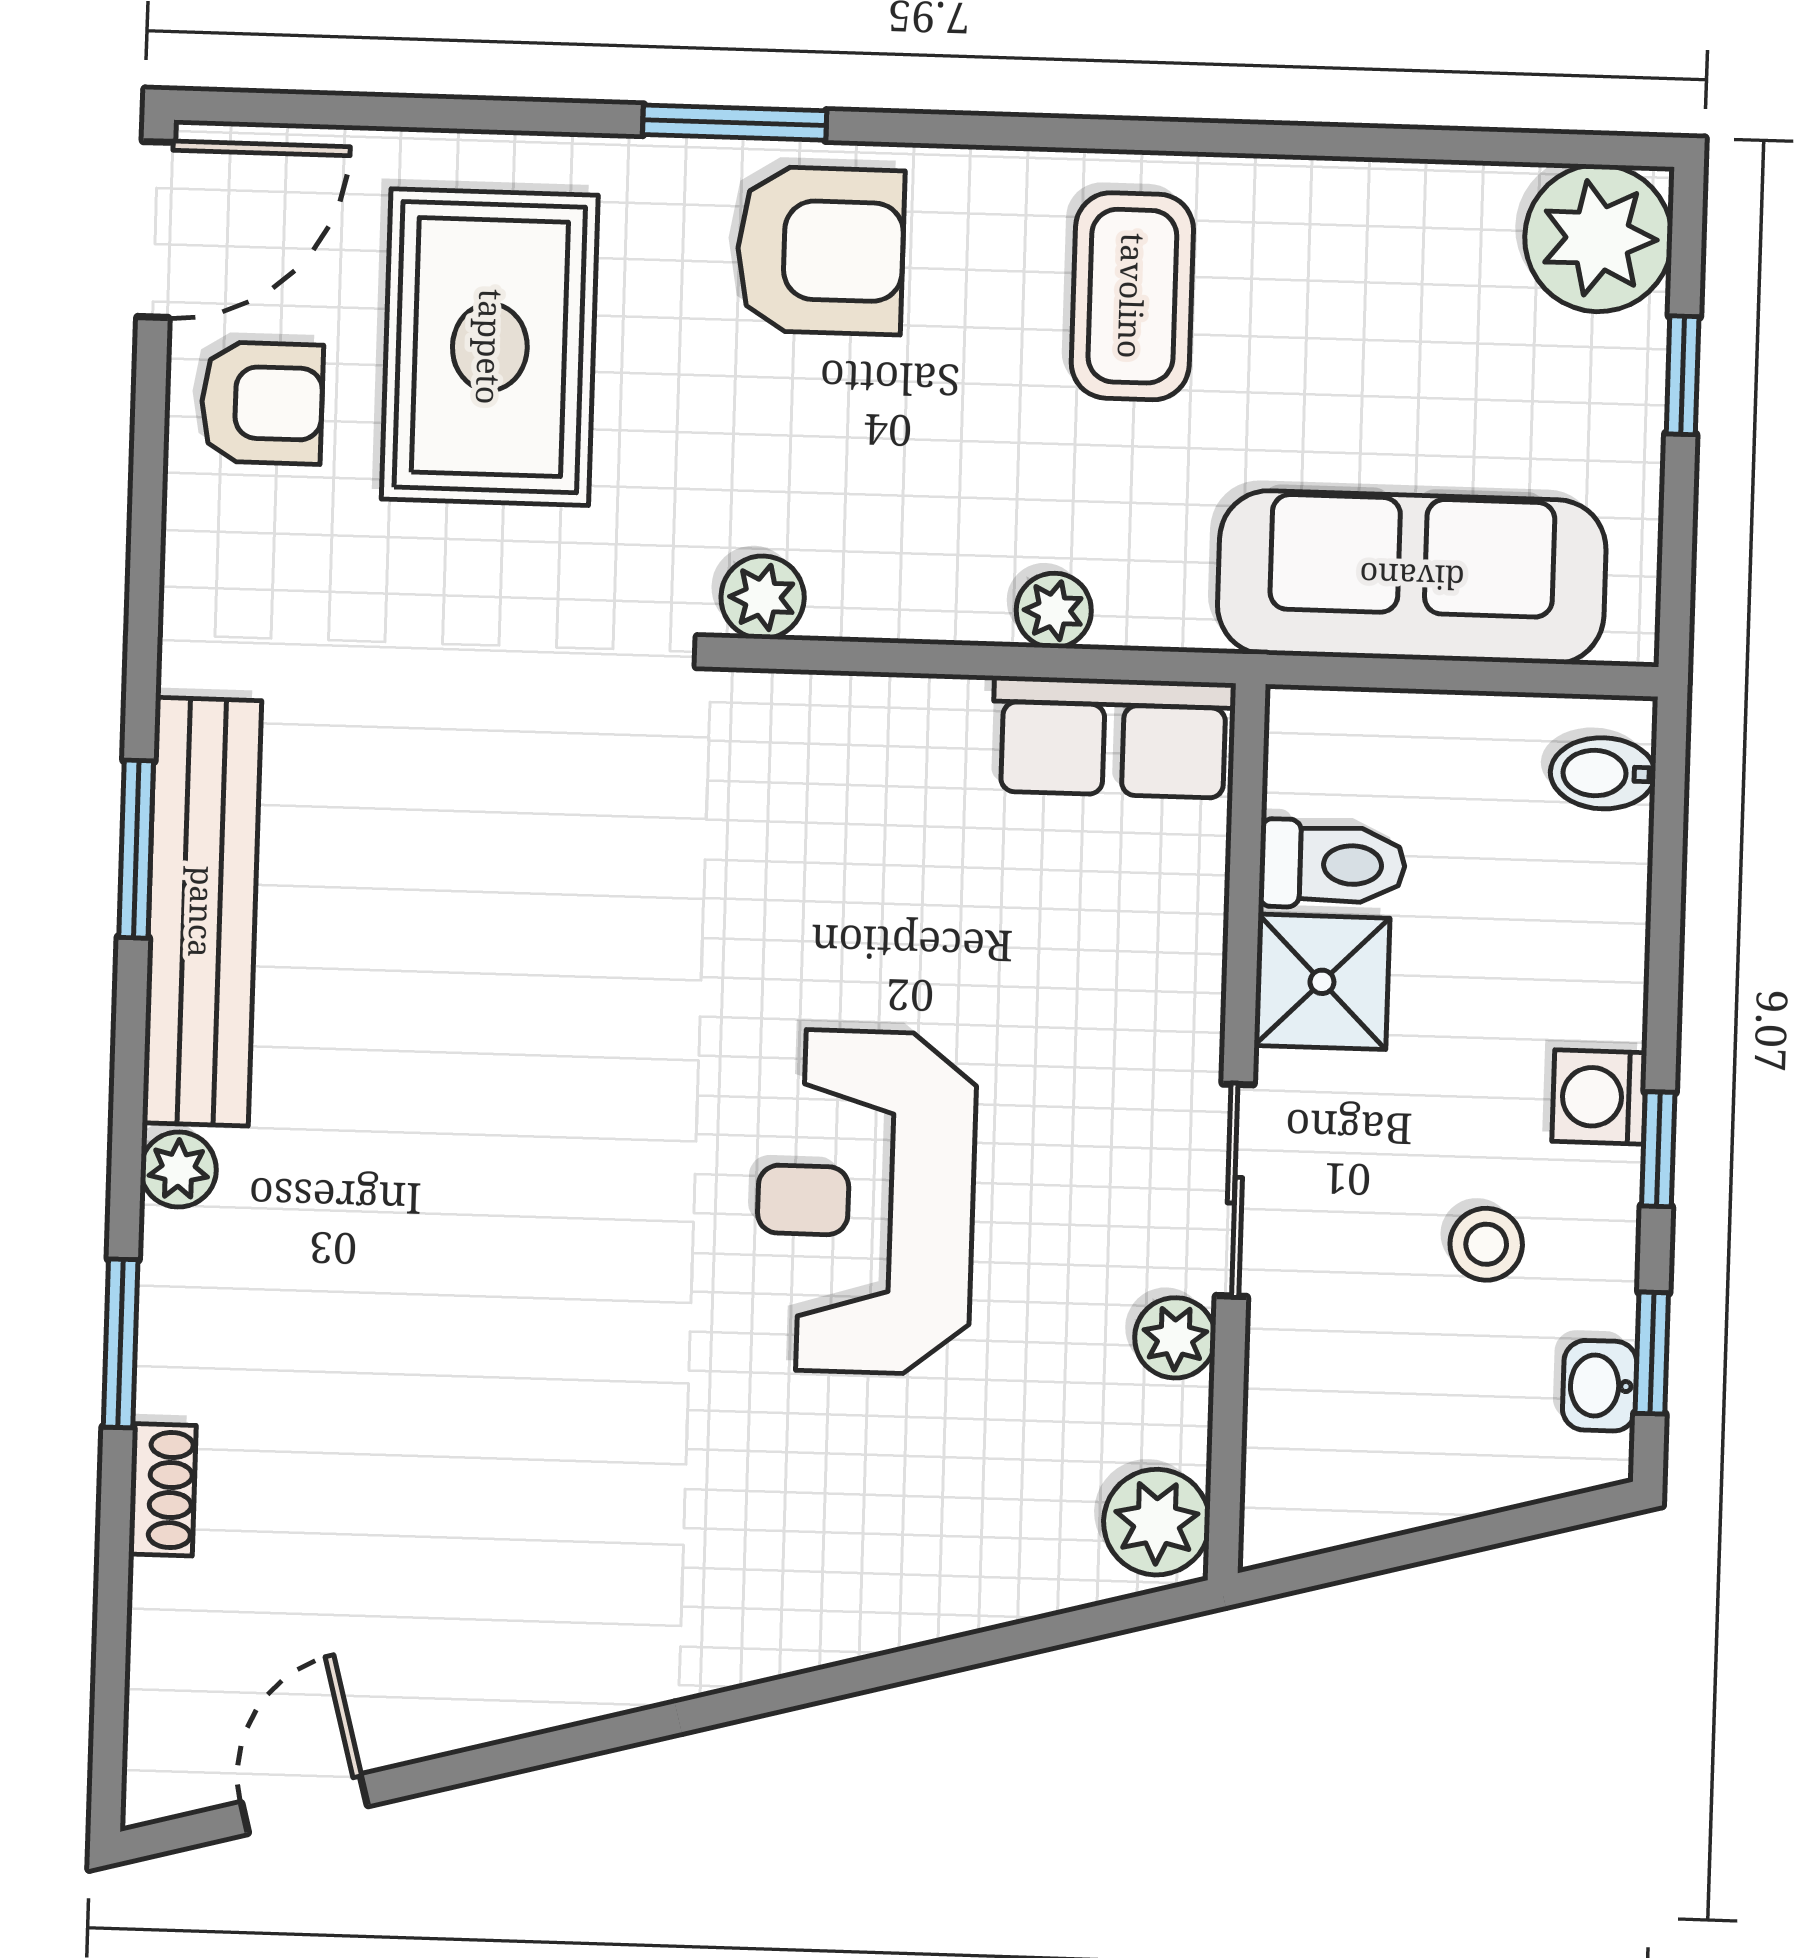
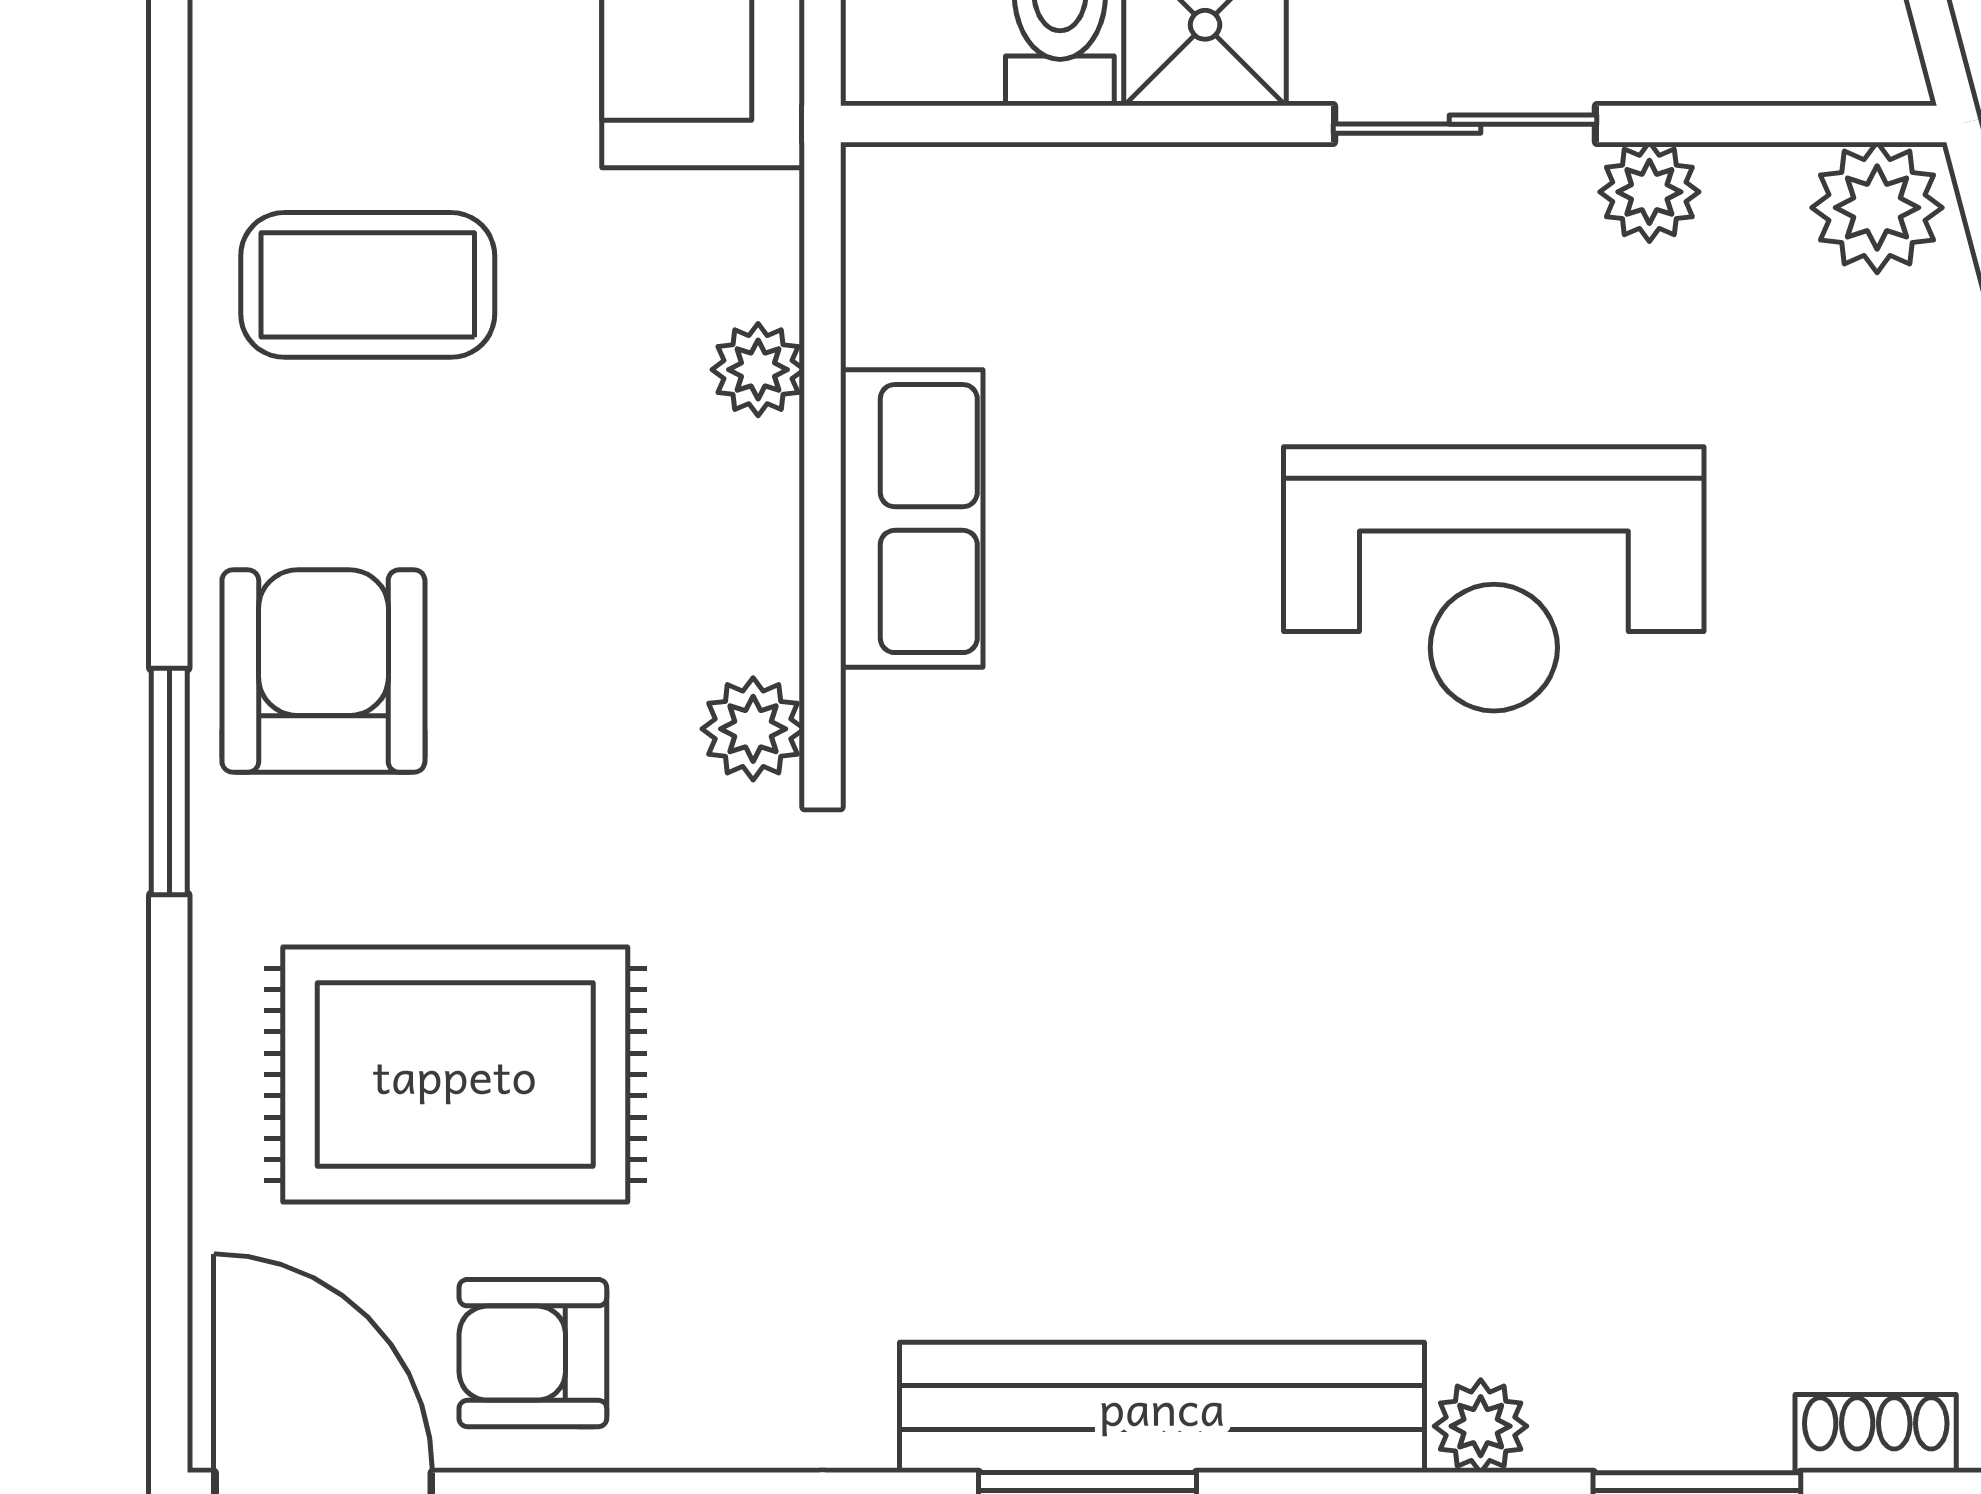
armchair: (262, 403) -> (533, 1353), turned -90
row of seats: (1114, 737) -> (912, 519), moved

